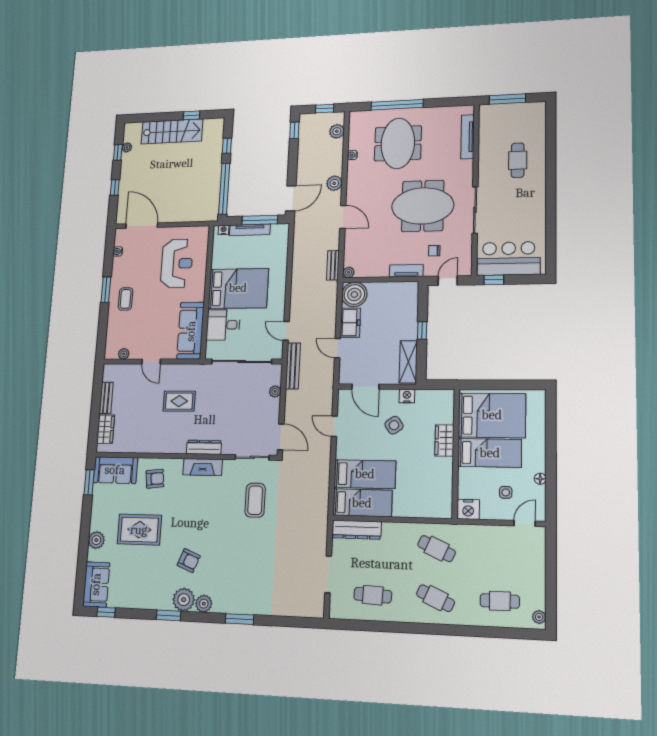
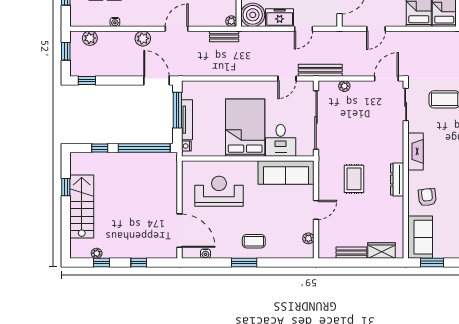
door: (142, 226) -> (179, 231), swing flipped
dresser: (204, 447) -> (397, 179), moved

